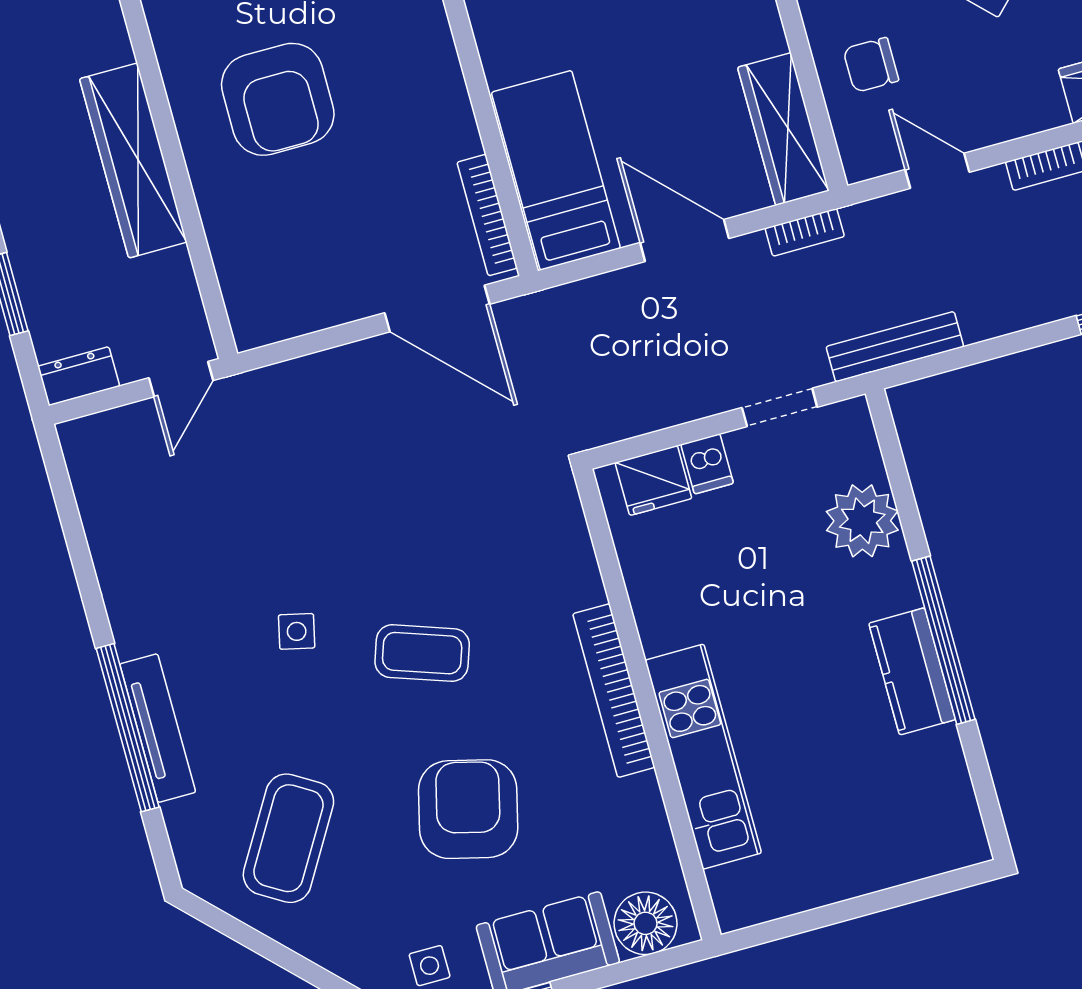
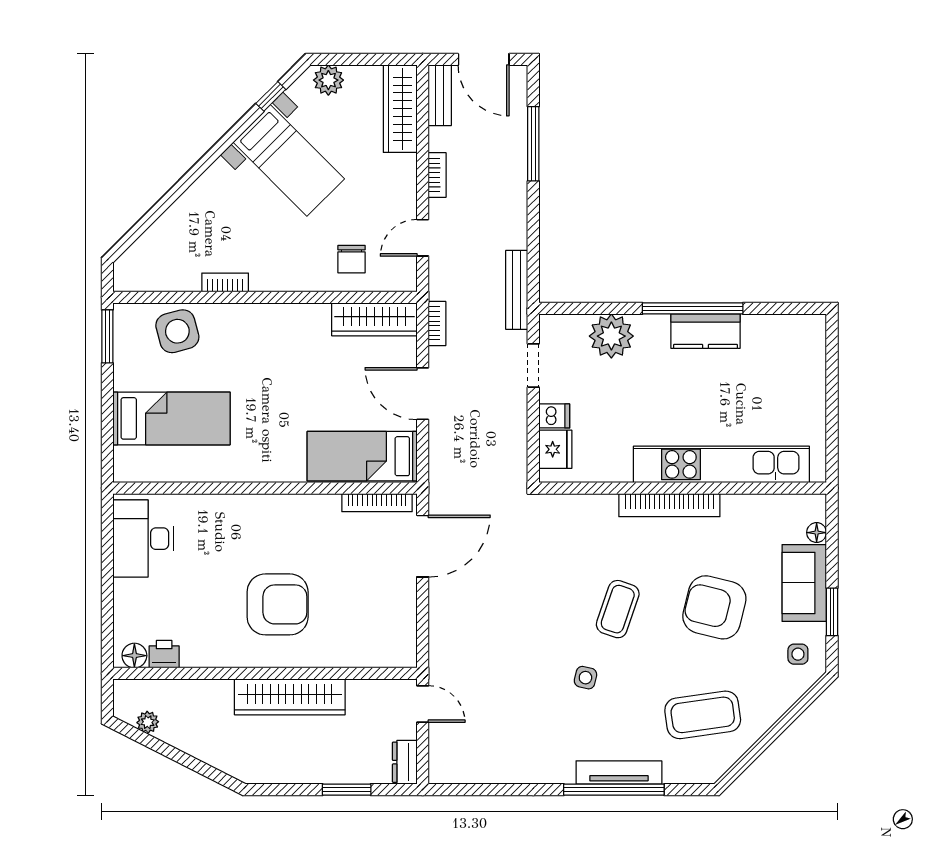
door: (684, 240) -> (423, 394), hinge flipped
kitchen unit: (703, 757) -> (721, 464), width x1.36
coffee table: (288, 838) -> (703, 715), turned -39
floor lamp: (646, 923) -> (817, 533), width x0.53, depth x0.53

